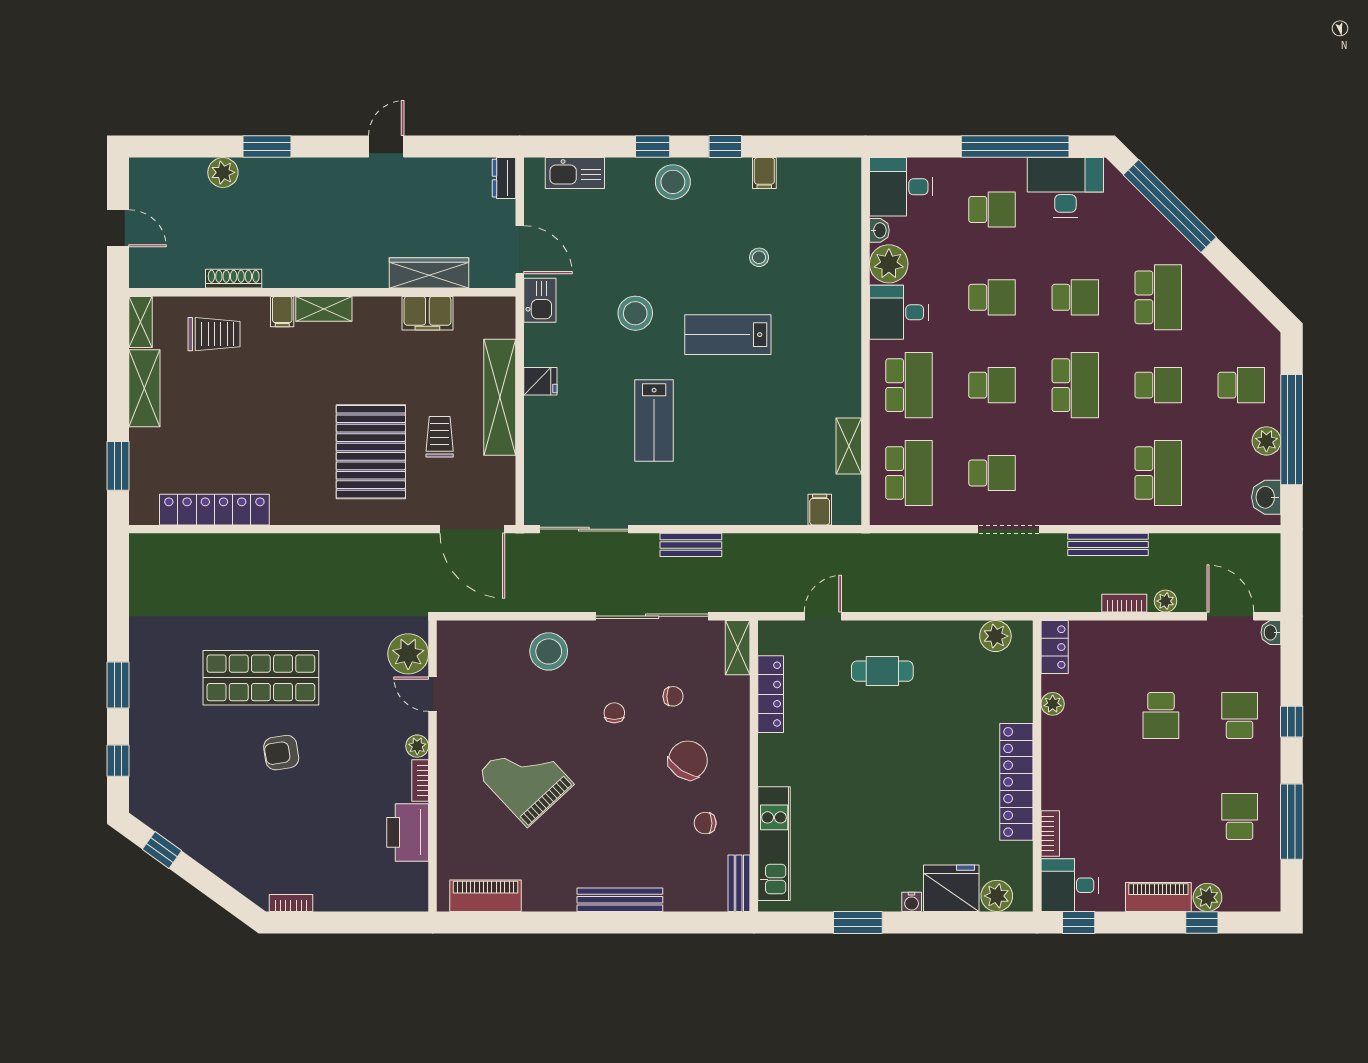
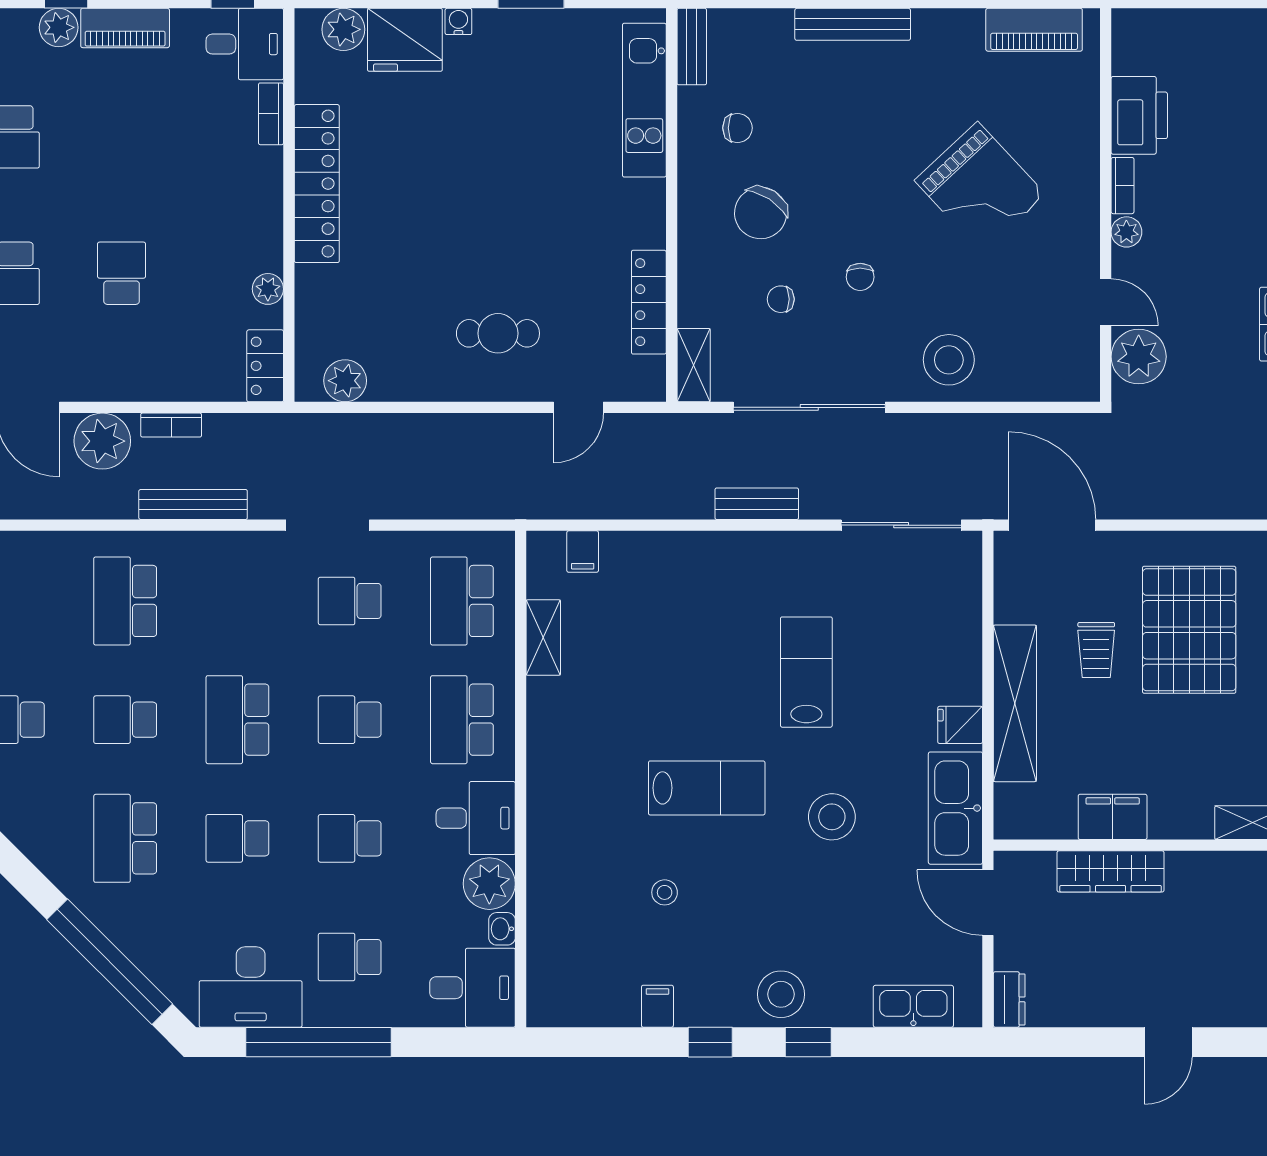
kitchen sink: (540, 300) -> (955, 808), width x1.87, depth x1.24
plant: (1165, 601) -> (102, 441), width x1.87, depth x1.87

